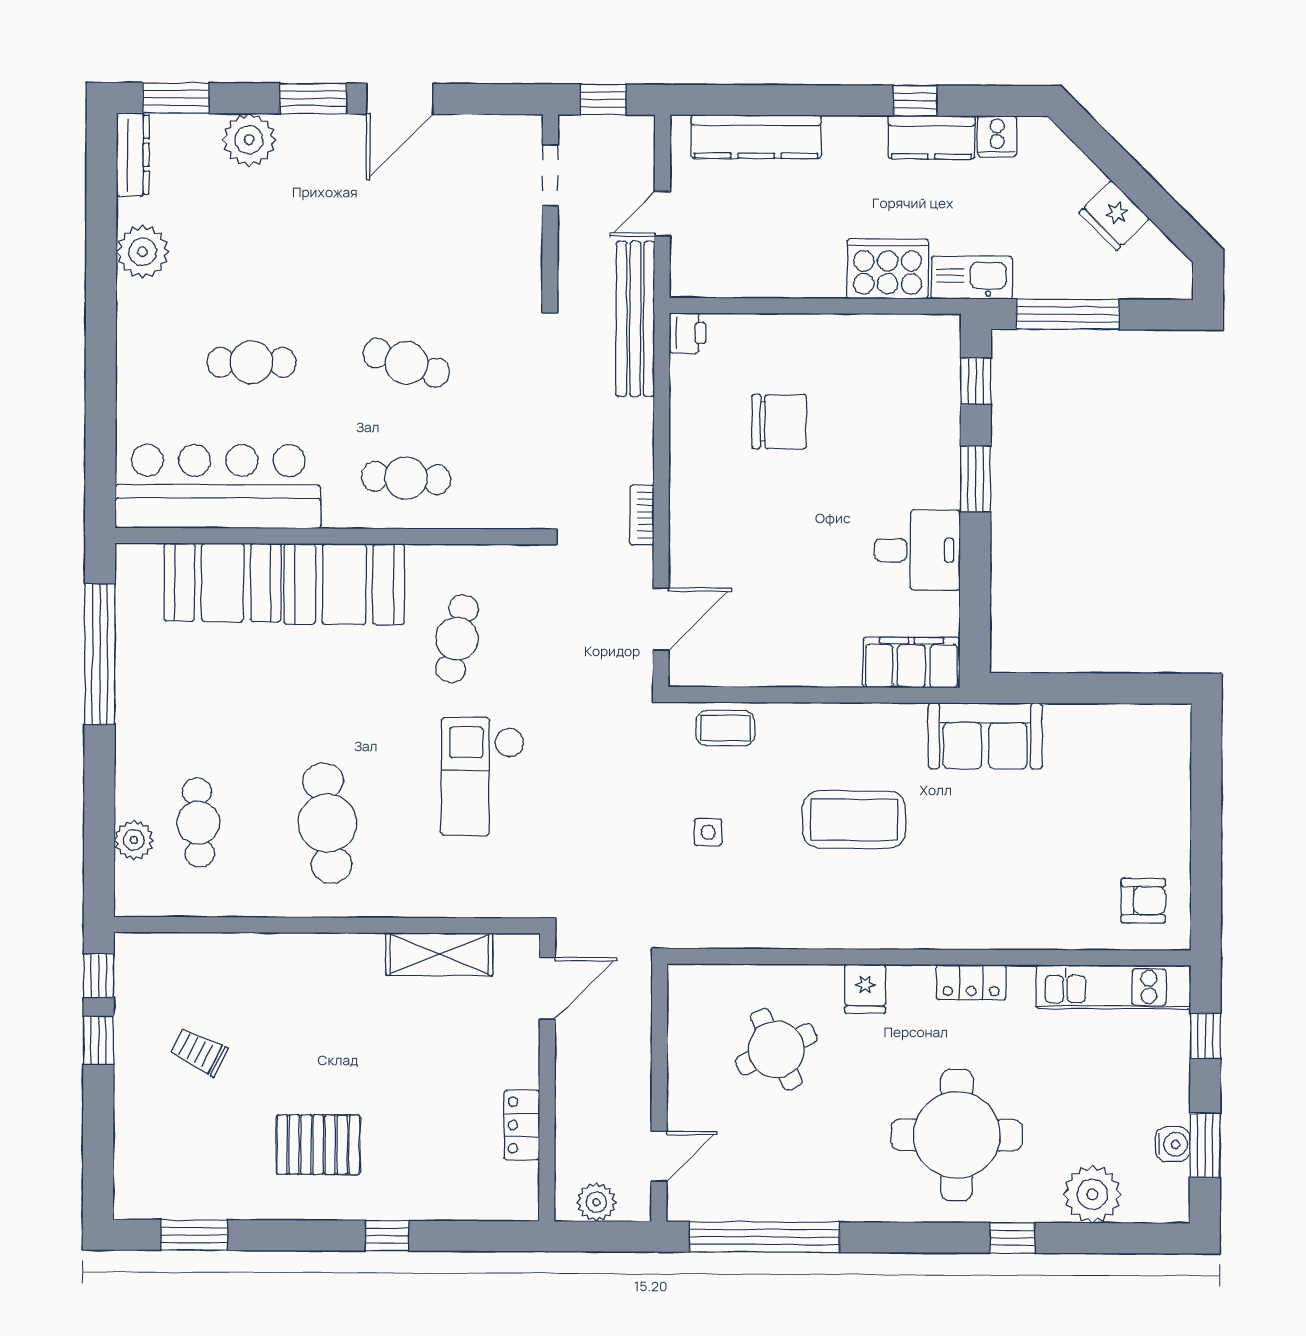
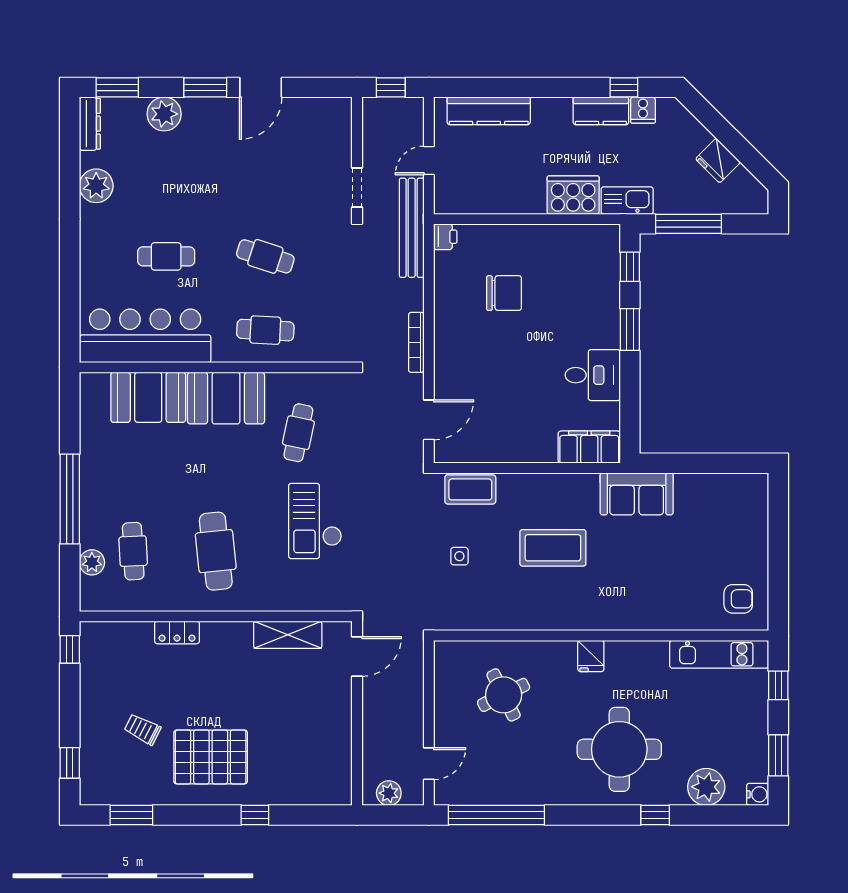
window: (915, 101) -> (624, 87), moved
doorway: (550, 175) -> (357, 187), moved
bookcase: (642, 515) -> (416, 342), width x1.56
window: (100, 654) -> (70, 499), moved
coffee table: (725, 728) -> (470, 489), width x1.36, depth x1.30
locker: (971, 982) -> (628, 652), removed
fridge: (865, 989) -> (591, 656), moved
window: (98, 1041) -> (70, 763), moved
trolley: (199, 1052) -> (142, 729), moved
locker: (522, 1125) -> (177, 632), moved, turned -90
water cooler: (1173, 1144) -> (758, 794), moved
pallet: (318, 1145) -> (211, 757), width x1.37, depth x1.41

